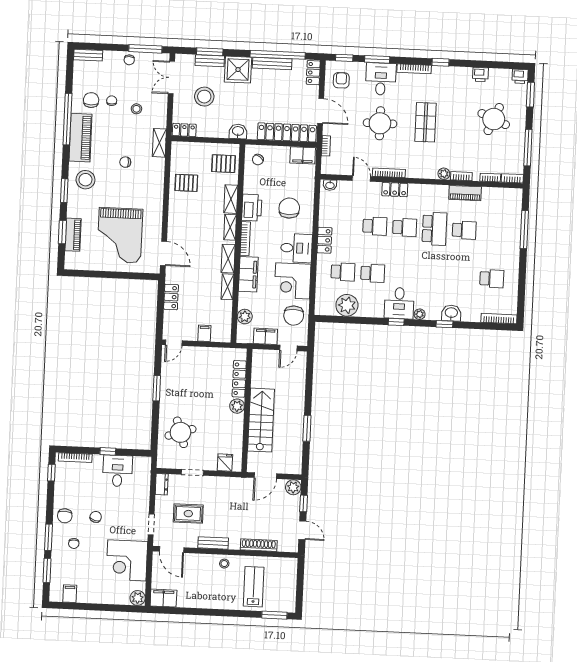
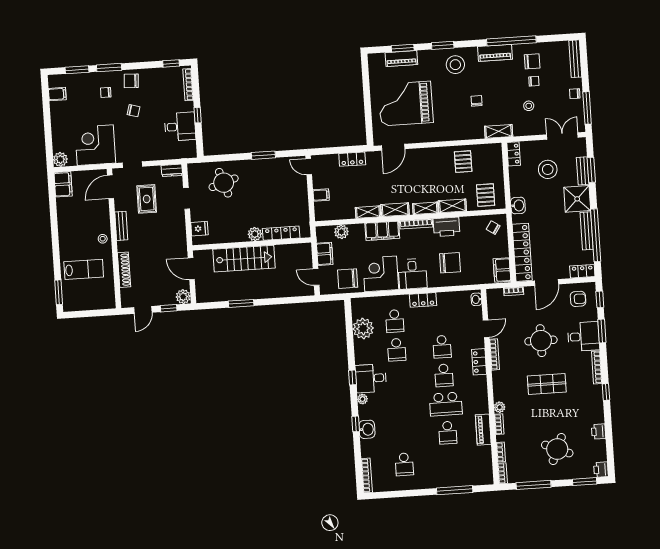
bench: (88, 55) -> (575, 59), width x1.36
piano: (80, 138) -> (495, 53), width x0.73, depth x0.75

